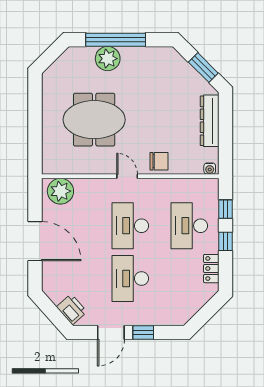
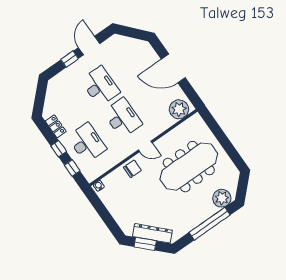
plant: (108, 59) -> (222, 198), moved
meeting table: (94, 120) -> (189, 167), width x1.36
dresser: (210, 121) -> (152, 233), moved, turned -45
chair: (159, 161) -> (132, 169), turned 180
printer: (72, 309) -> (122, 43), removed

